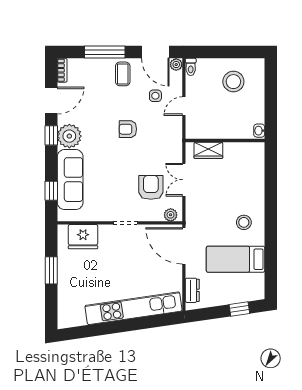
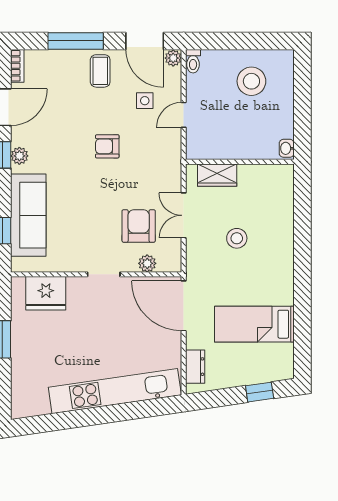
plant: (69, 136) -> (19, 156), width x0.53, depth x0.53
plant: (171, 215) -> (147, 263), moved
stool: (244, 222) -> (237, 238), moved

